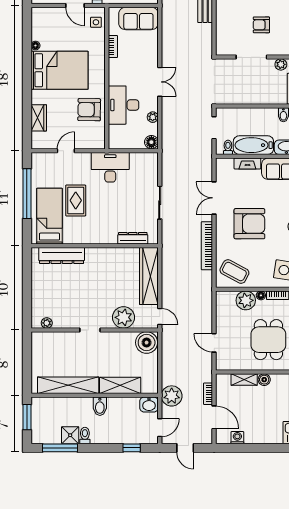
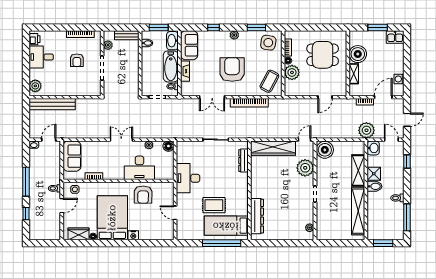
nightstand: (37, 97) -> (133, 235), added
wardrobe: (39, 118) -> (78, 234), moved
window: (27, 194) -> (222, 243), moved
boiler: (264, 380) -> (358, 54), width x1.86, depth x1.86
shower: (70, 435) -> (374, 174), moved

